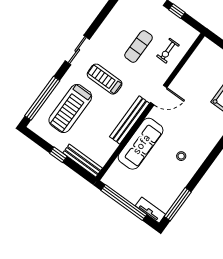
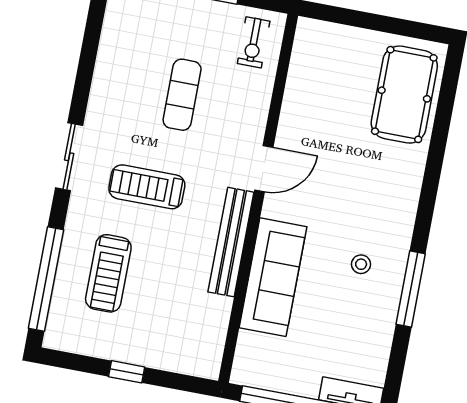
exercise bike: (168, 51) -> (254, 42), moved
treadmill: (70, 108) -> (108, 273), width x0.73, depth x0.73
bench: (83, 161) -> (178, 361), removed
window: (178, 204) -> (411, 289), moved

